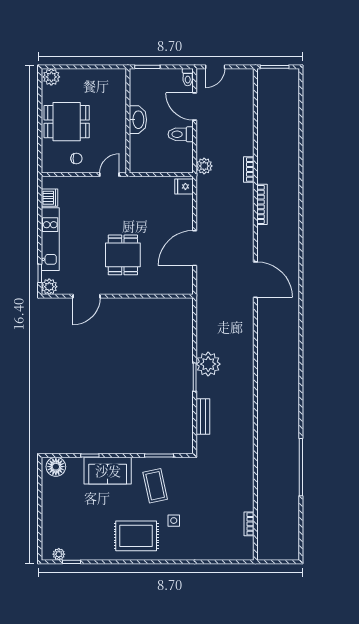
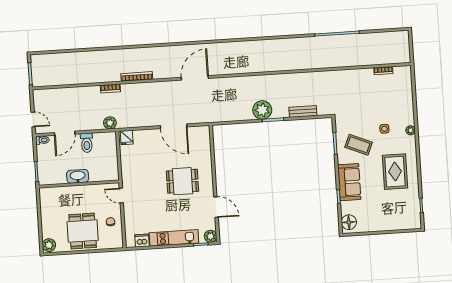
coffee table: (155, 486) -> (359, 145), turned 35
rug: (136, 536) -> (395, 172), moved
plant: (59, 554) -> (411, 130), moved

